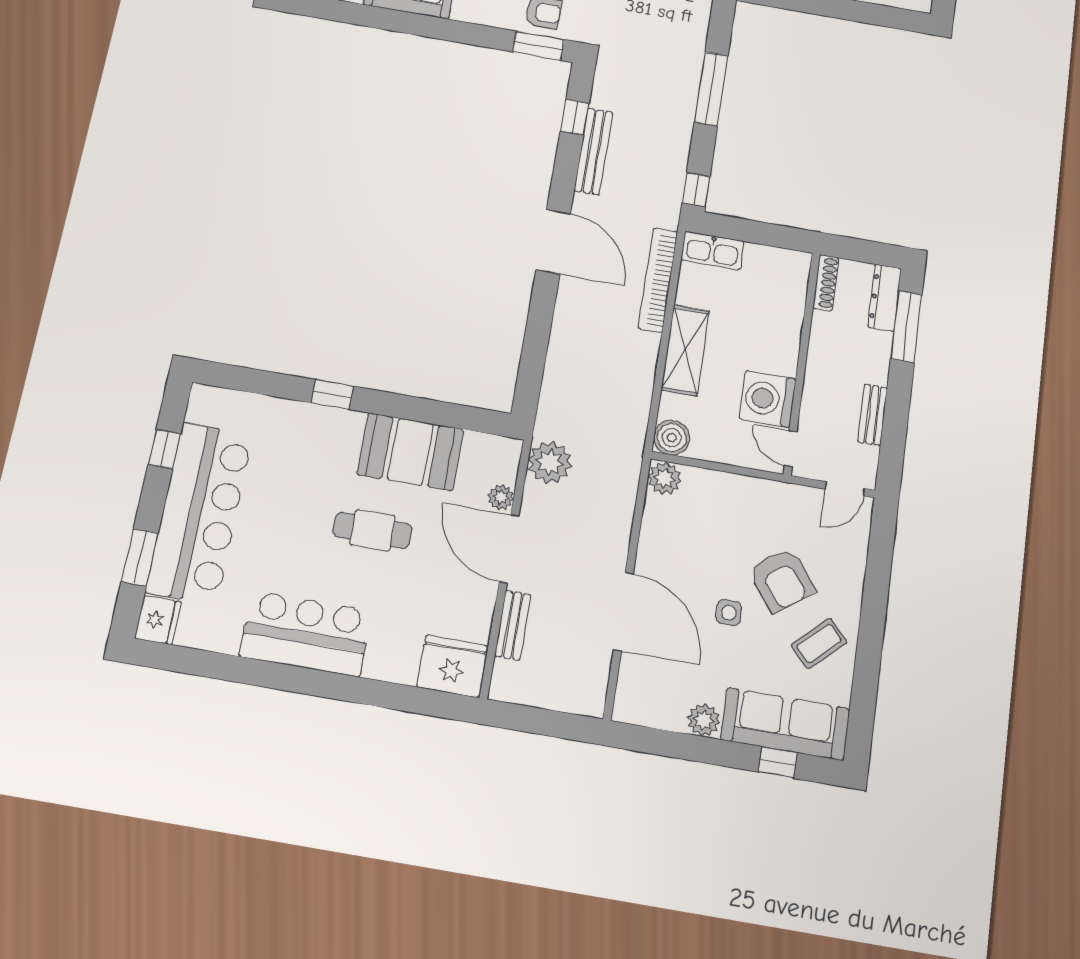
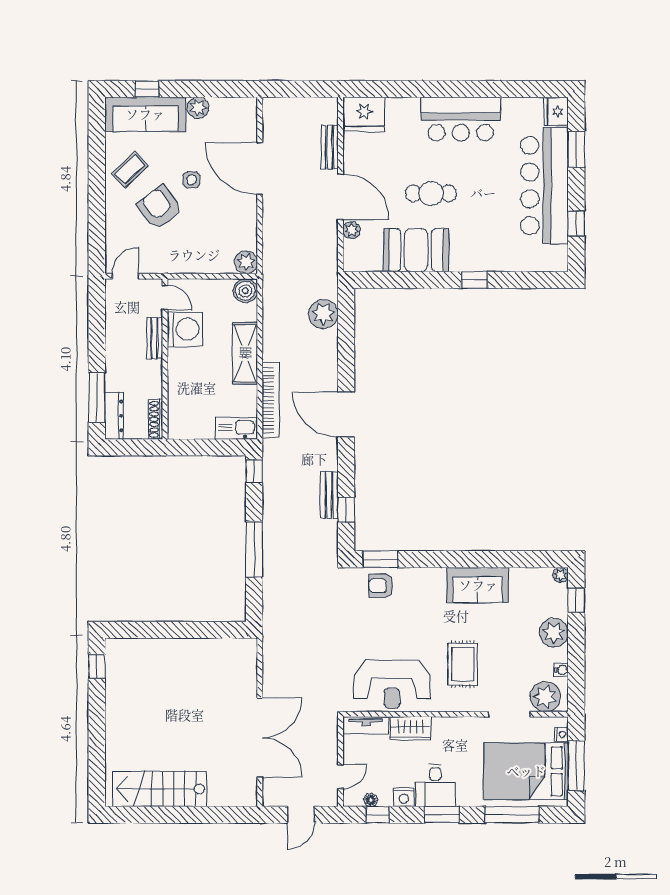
bench: (593, 151) -> (329, 495), width x0.73
bench: (872, 415) -> (155, 338), moved
plant: (550, 462) -> (323, 314), moved

